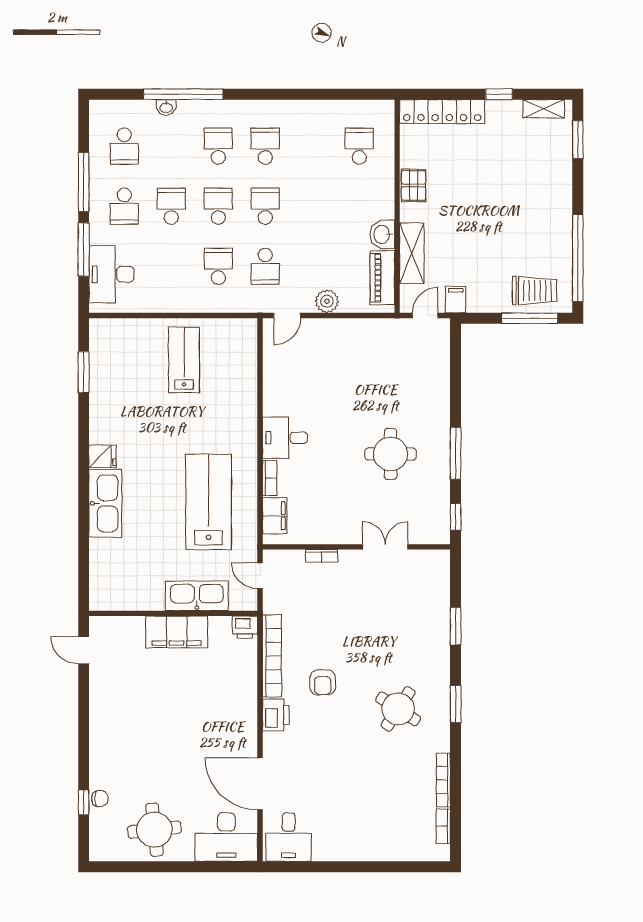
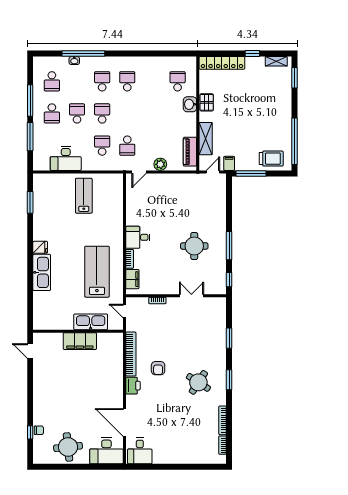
school desk: (265, 206) -> (127, 113), removed
washbasin: (382, 234) -> (190, 104), moved
desk: (111, 274) -> (66, 158), moved, turned -90
window: (530, 318) -> (251, 173), moved
printer: (245, 627) -> (116, 339), removed

